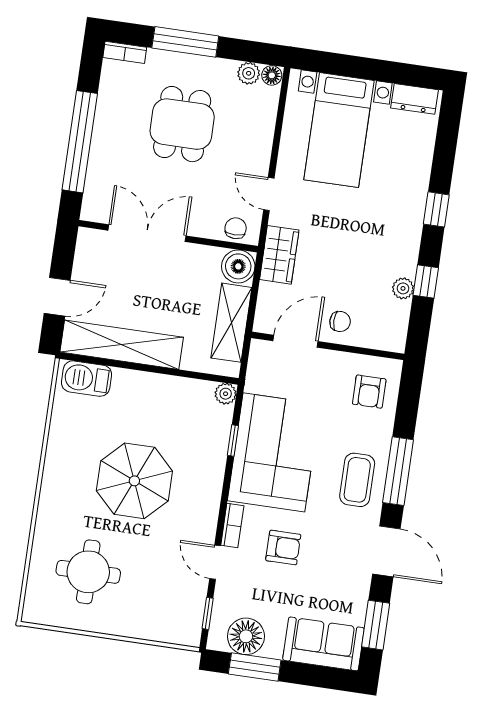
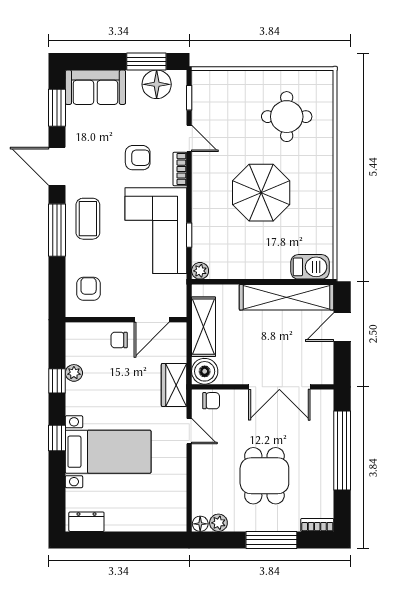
bed with nightstands: (339, 130) -> (108, 452), moved, turned 90
chair: (236, 228) -> (211, 401), turned -90
armchair: (283, 547) -> (138, 158), turned 180

